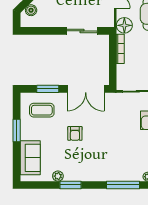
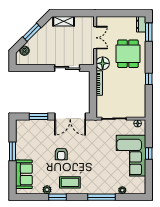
coffee table: (42, 110) -> (70, 182), moved

